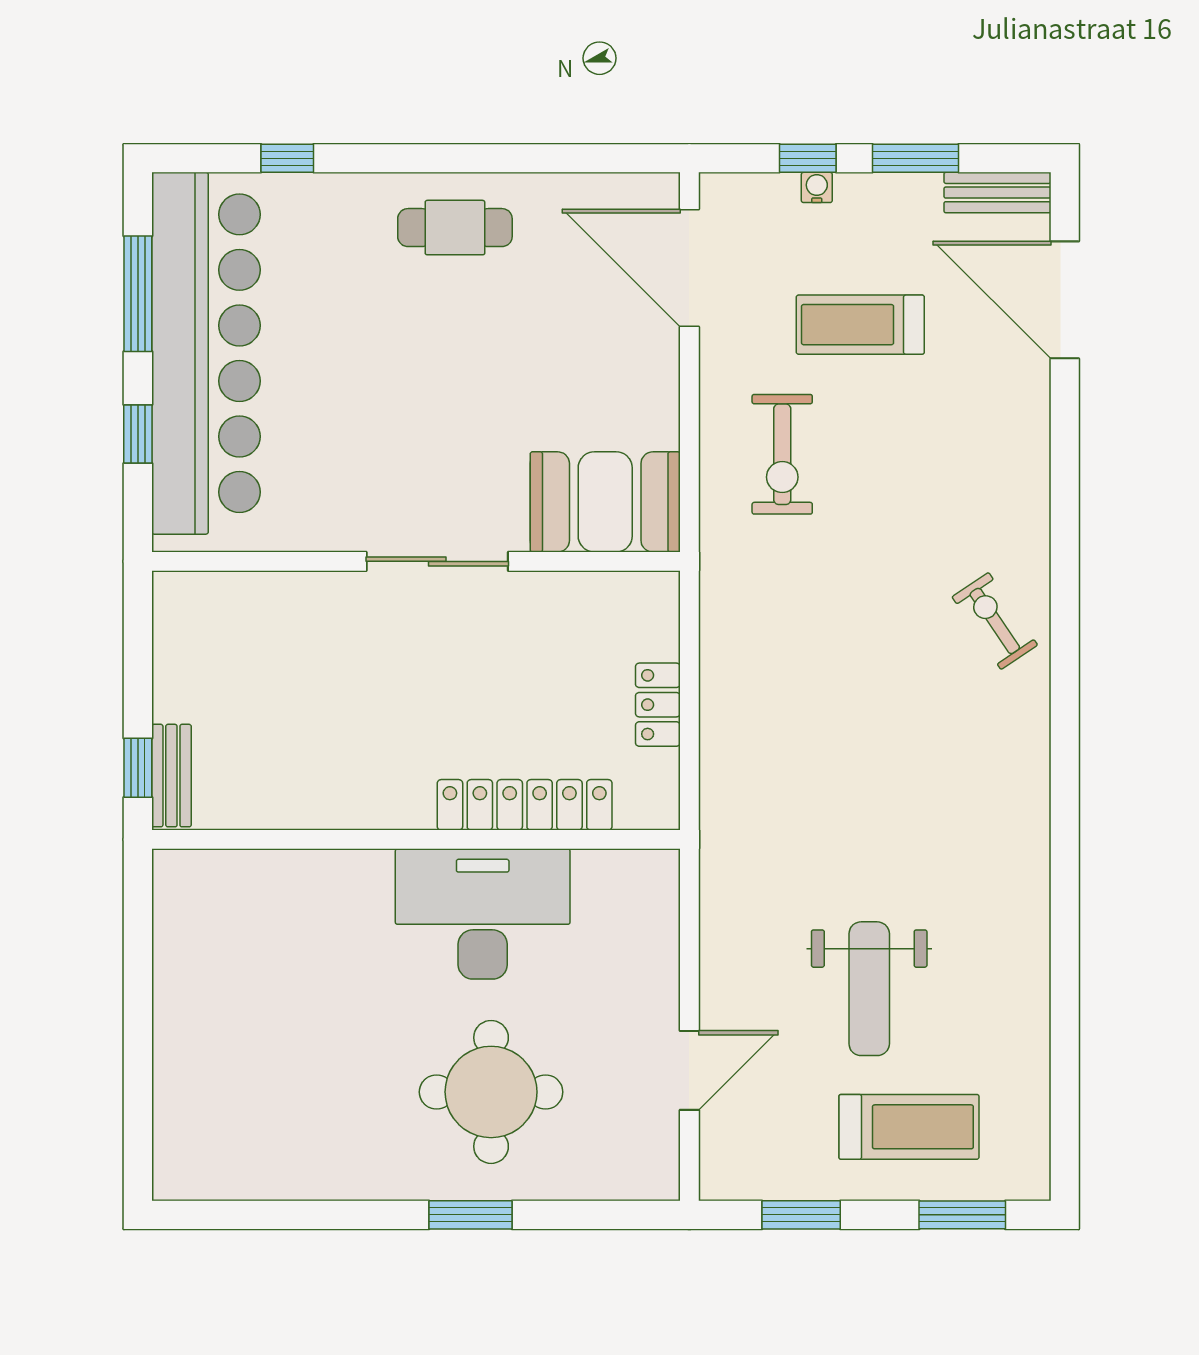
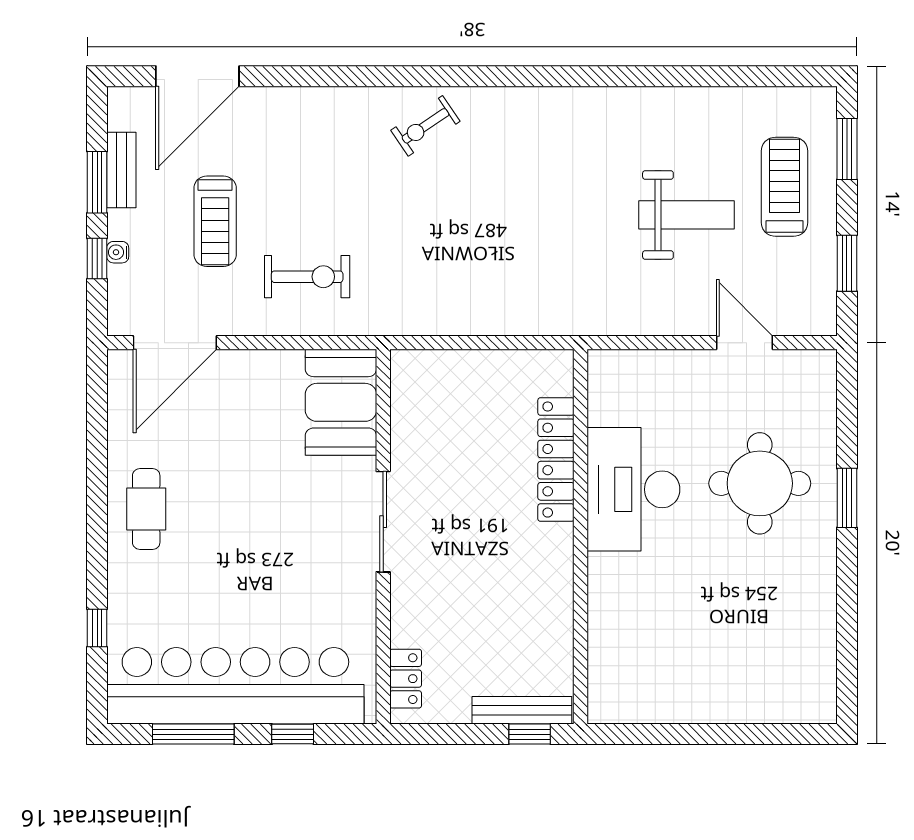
bench: (997, 193) -> (121, 170), moved
locker: (658, 705) -> (406, 679), moved, turned -90
bench: (171, 776) -> (522, 710), width x1.36

